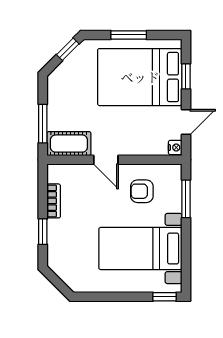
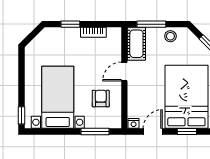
stool: (59, 98) -> (170, 36), added
door: (186, 122) -> (153, 132), swing flipped

